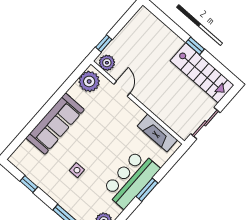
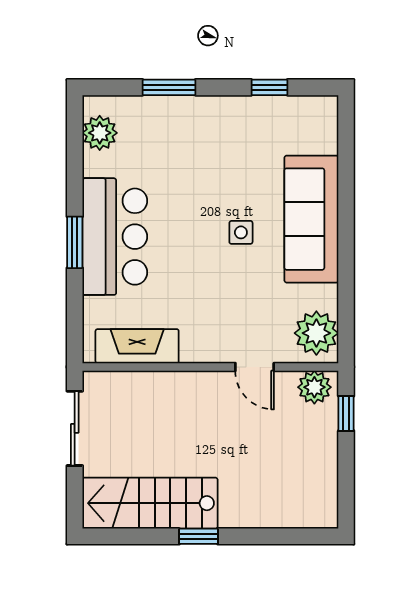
side table: (77, 170) -> (241, 232), moved

